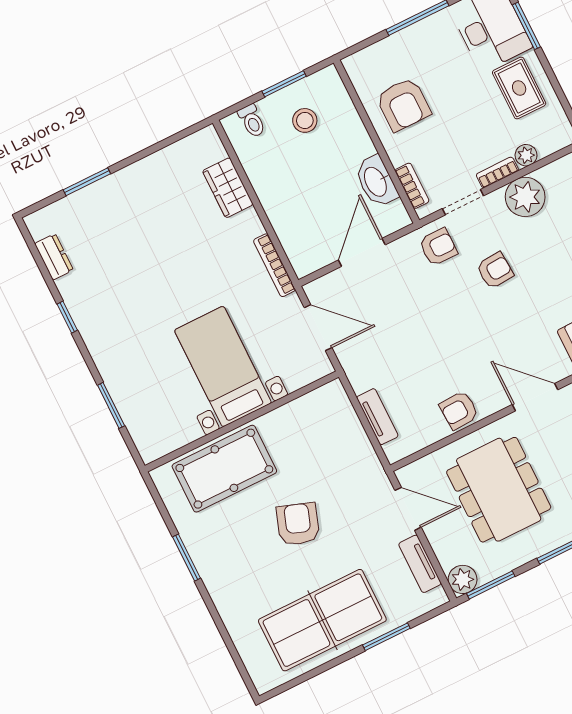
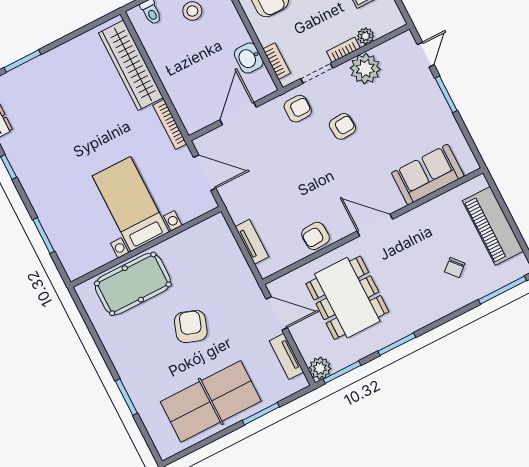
washbasin: (376, 181) -> (249, 58), width x0.72
wardrobe: (228, 188) -> (131, 65), width x2.10, depth x1.17
window: (187, 558) -> (126, 397), moved

